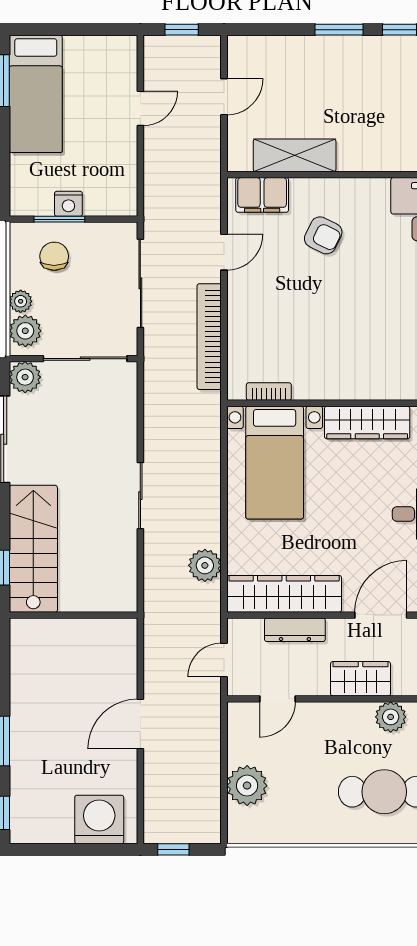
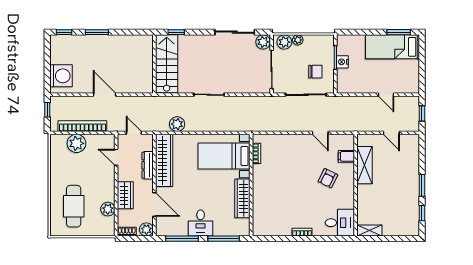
filing cabinet: (262, 195) -> (346, 156), width x0.50
chair: (54, 256) -> (315, 72), moved
bookcase: (209, 337) -> (82, 126), moved
stairs: (33, 549) -> (167, 64), moved, turned -90

